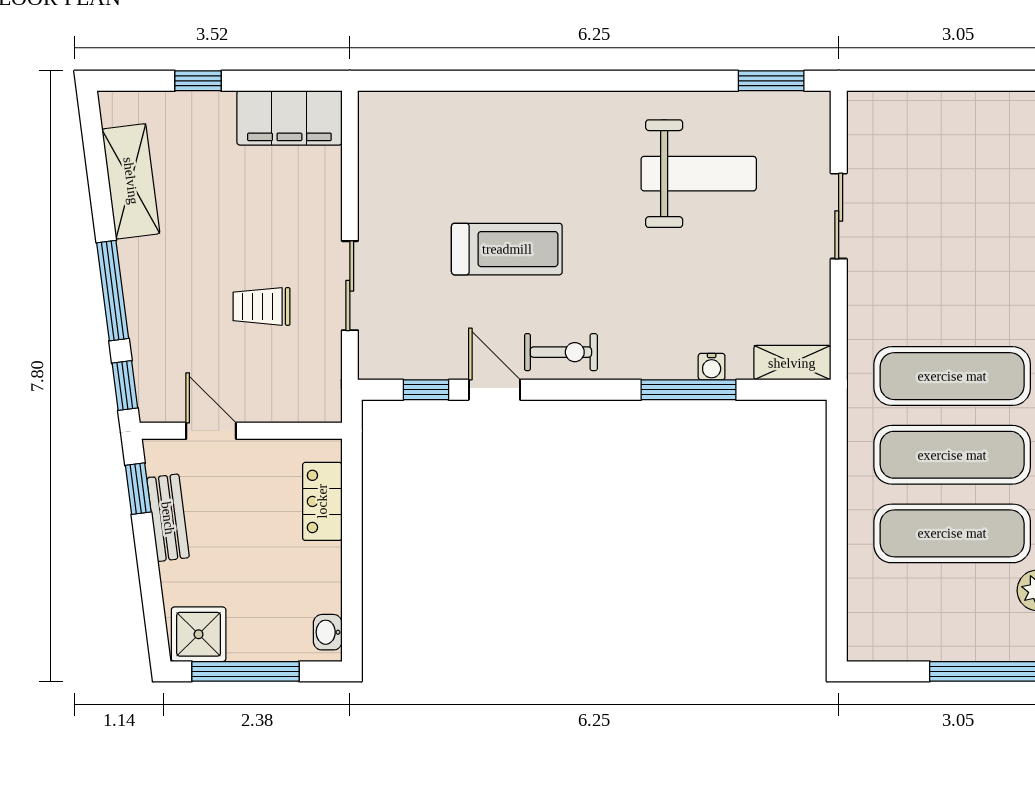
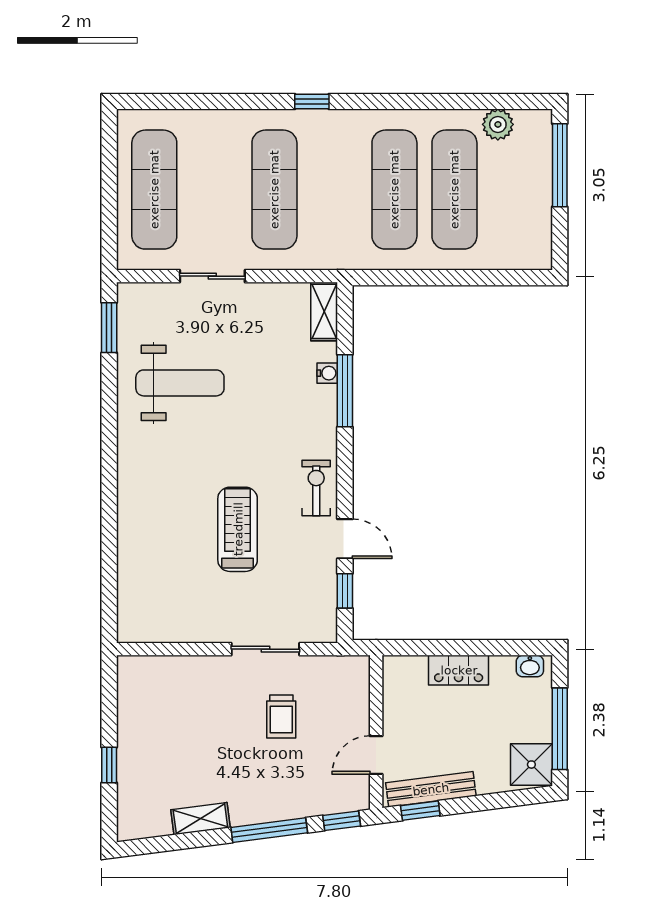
filing cabinet: (289, 118) -> (137, 695), removed
exercise mat: (952, 140) -> (154, 190), added
weight bench: (699, 174) -> (180, 383), turned 90
shelving: (131, 181) -> (200, 819), width x0.67, depth x0.75
exercise mat: (952, 376) -> (274, 190), moved
door: (494, 390) -> (345, 539), swing flipped
locker: (322, 501) -> (459, 670), moved
bench: (168, 518) -> (431, 789), width x1.36

